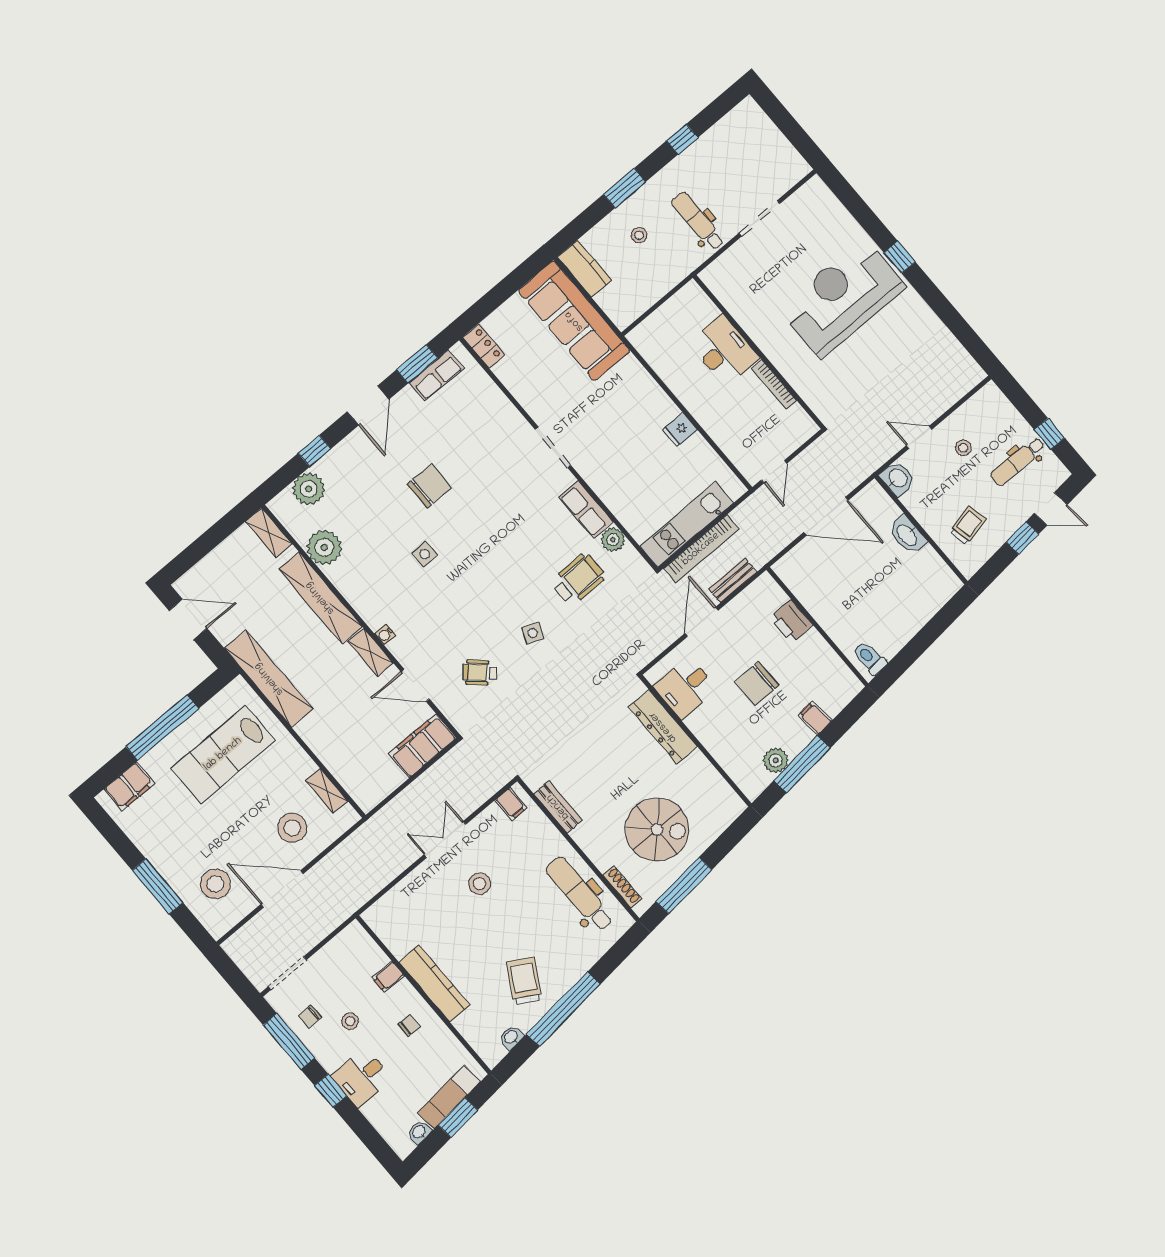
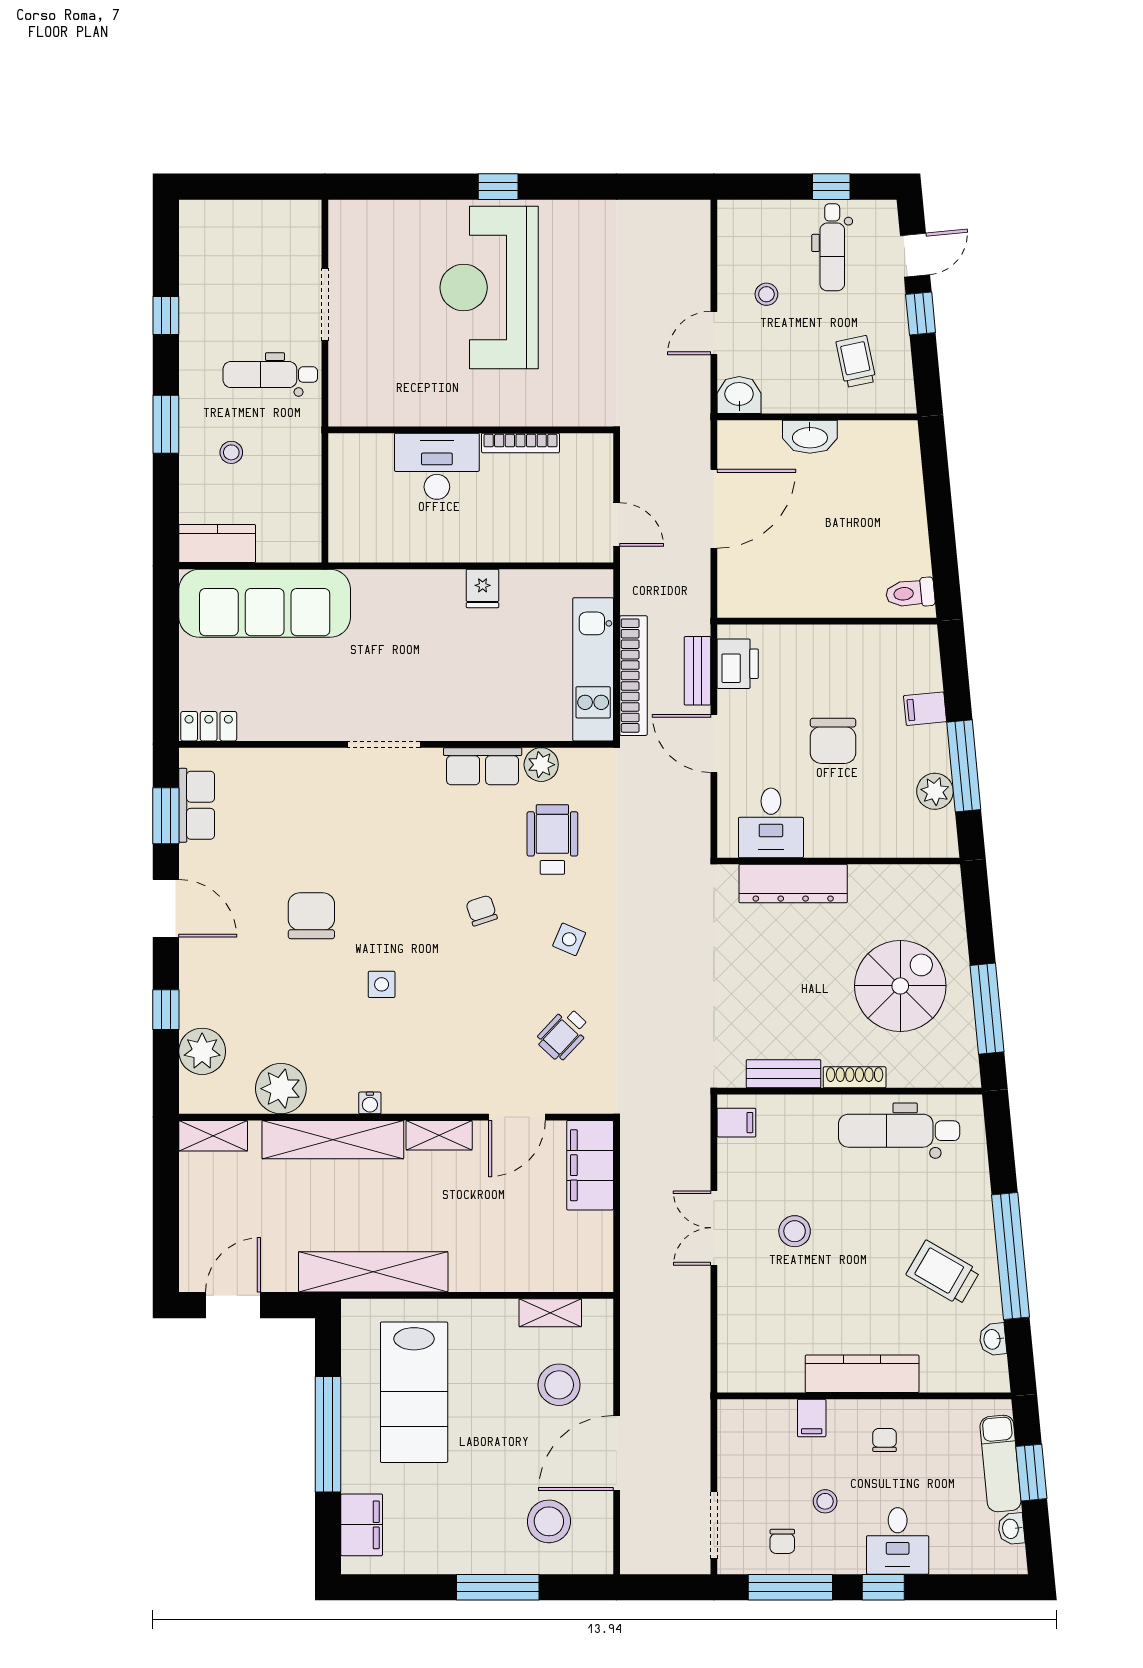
chair: (509, 574) -> (482, 911), added
printer: (791, 621) -> (738, 664), moved, turned -90
water cooler: (385, 635) -> (370, 1103), moved
shoe rack: (622, 887) -> (855, 1077), moved

